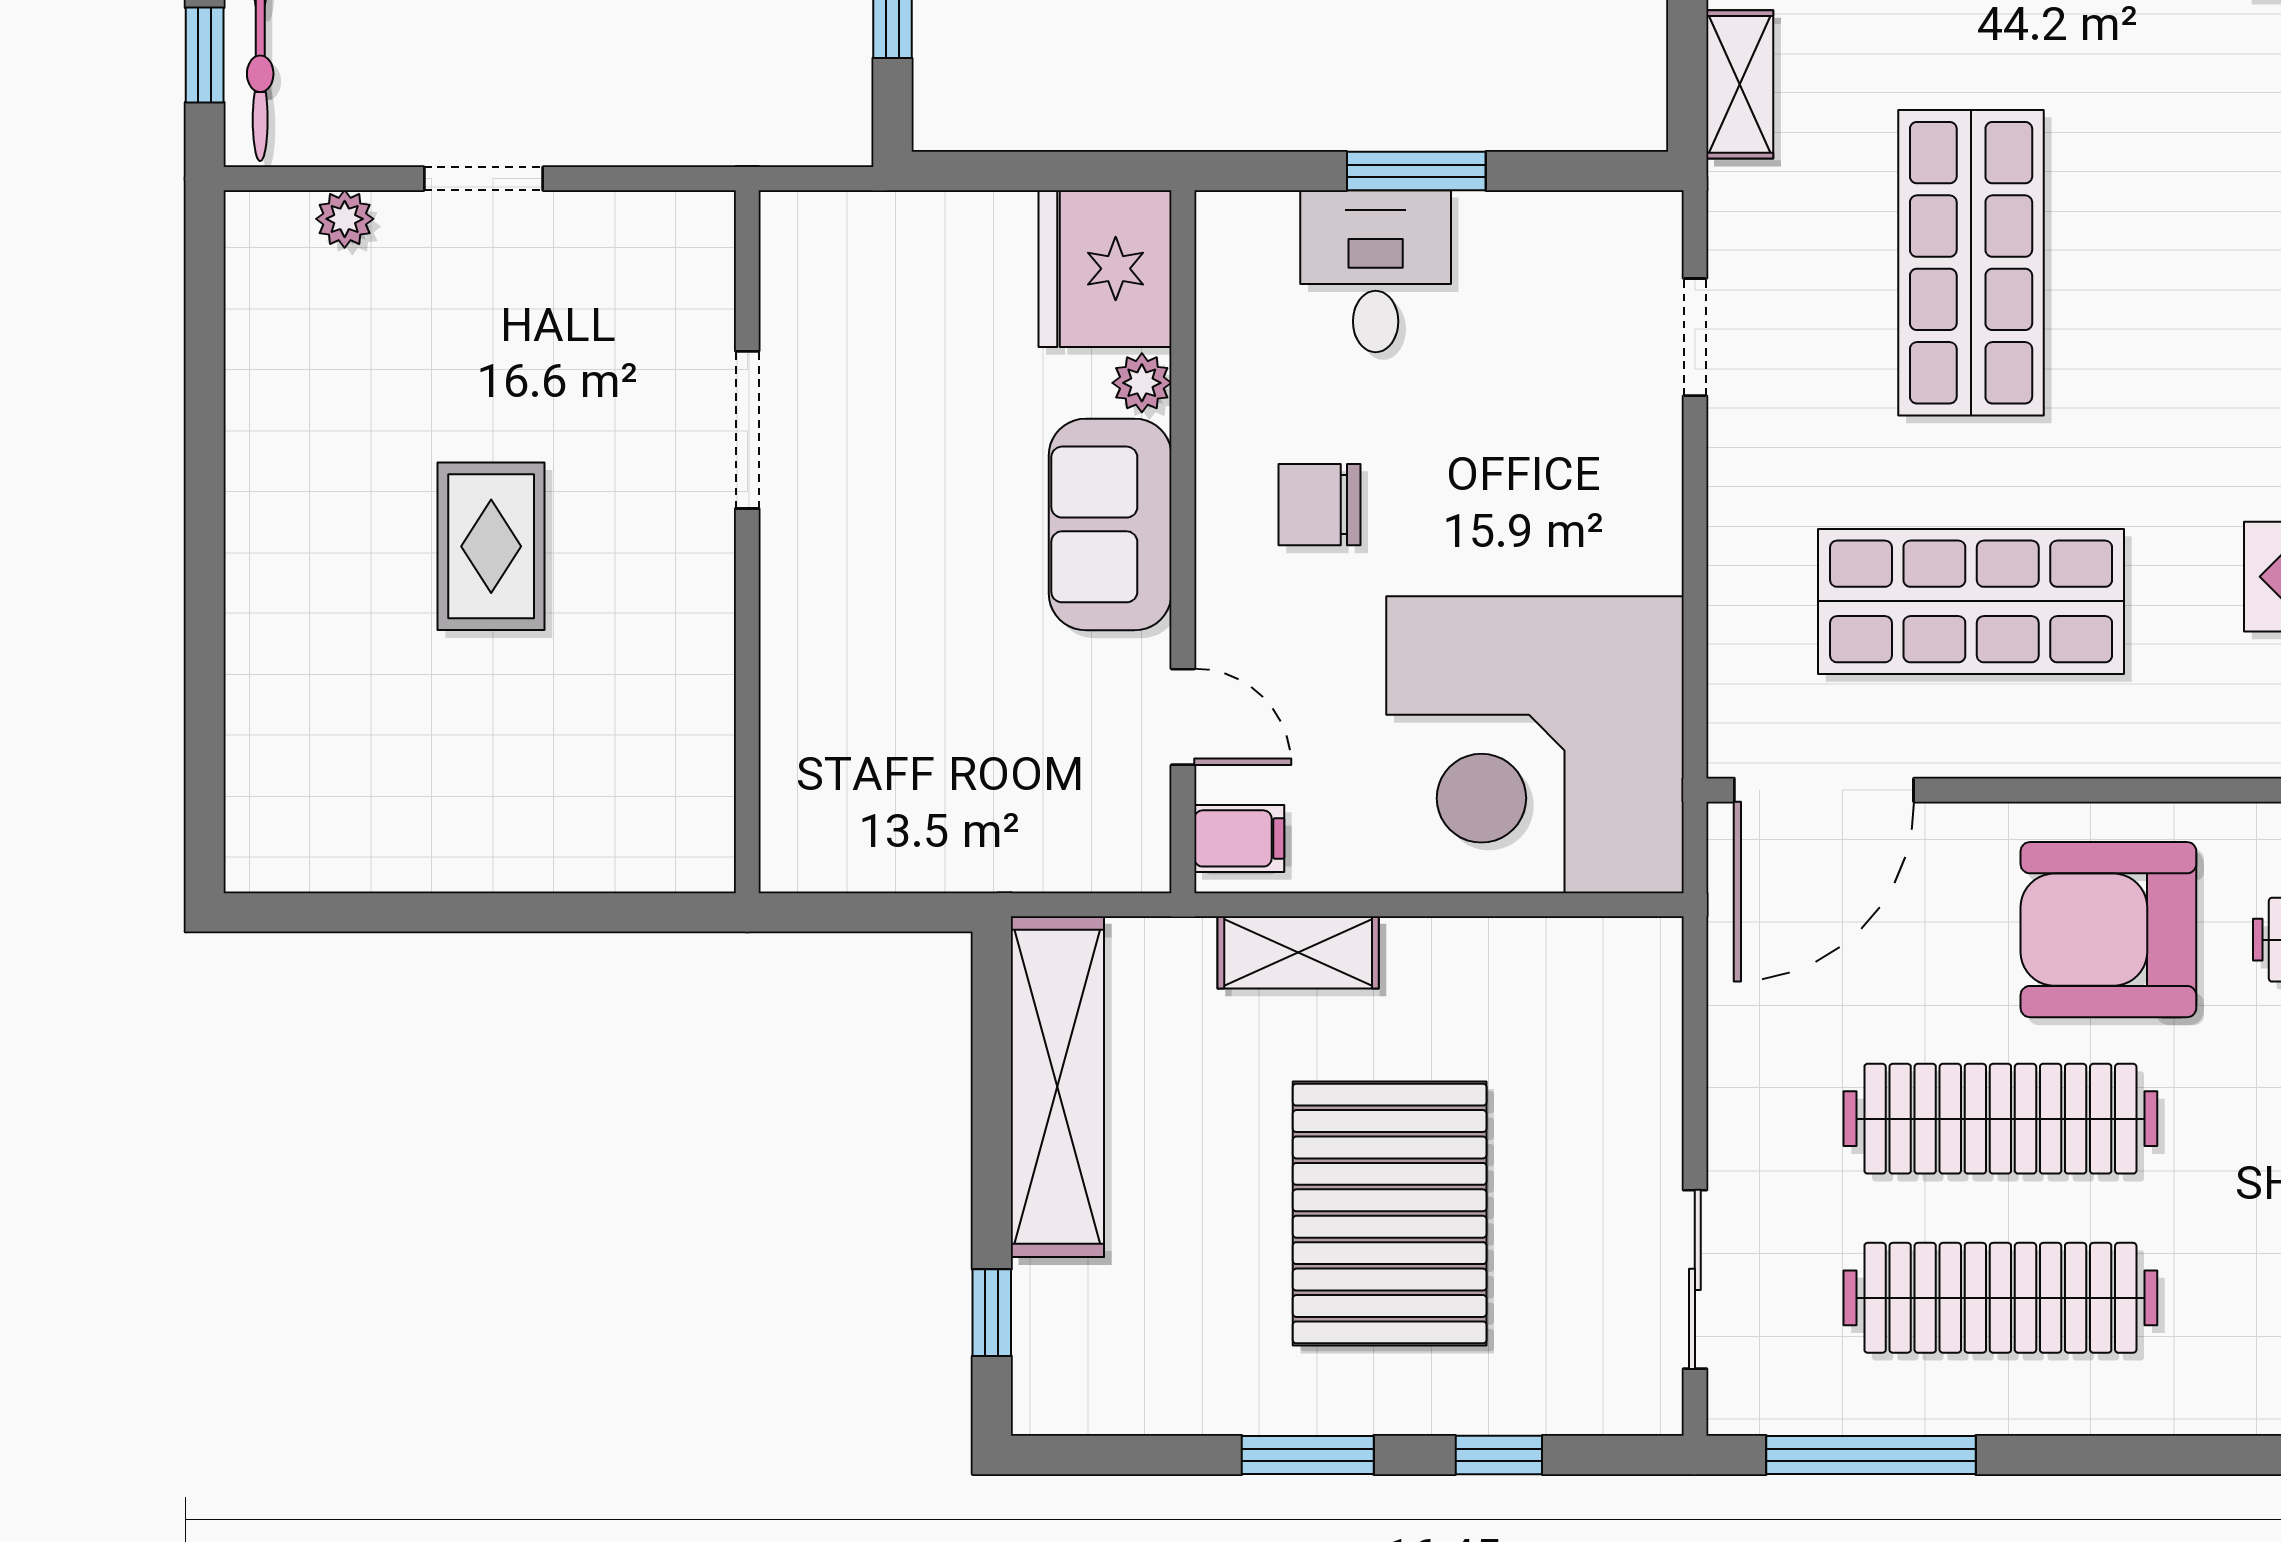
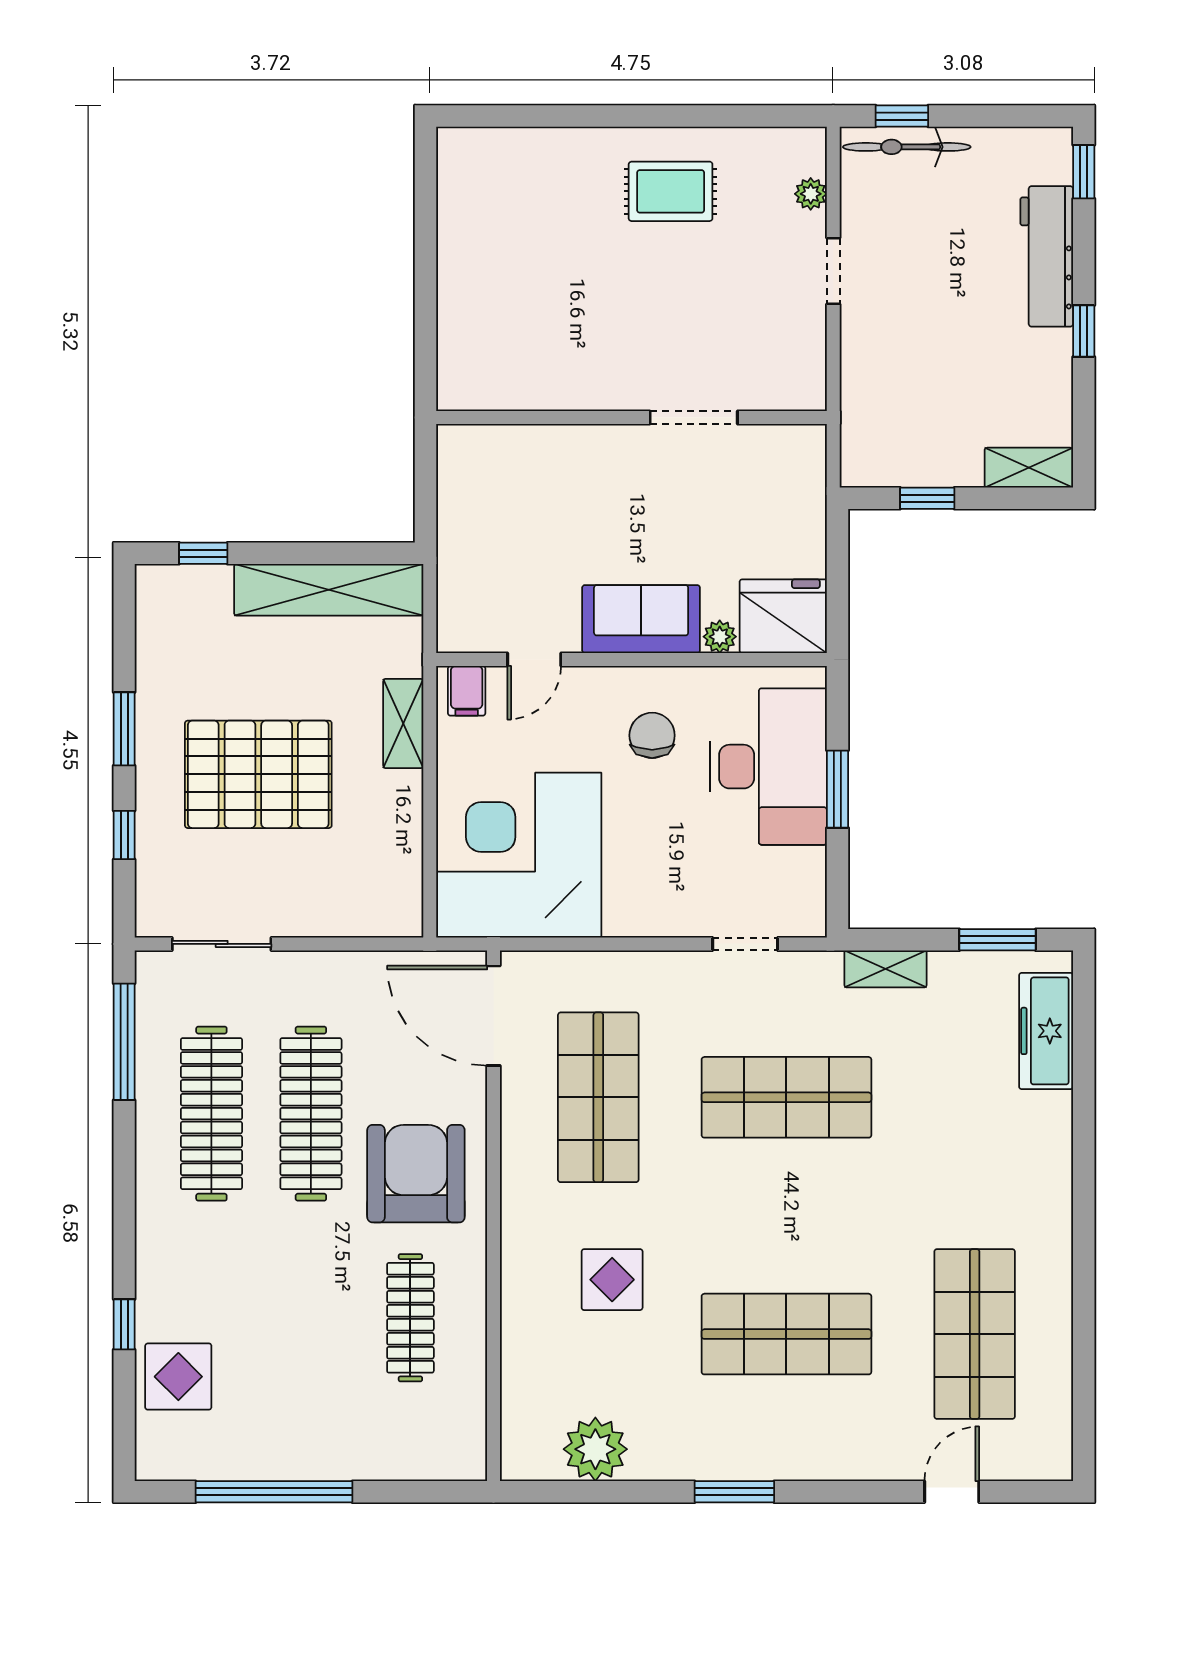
desk: (1376, 271) -> (768, 767), width x1.87, depth x1.30
rug: (491, 546) -> (671, 191), moved

